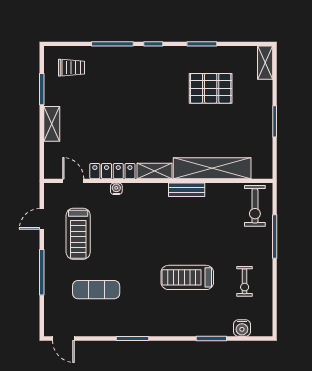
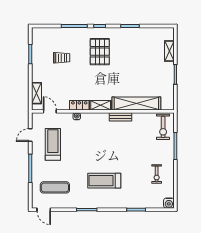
shelving: (265, 63) -> (169, 51), moved
trolley: (72, 68) -> (62, 58), moved
pallet: (211, 88) -> (100, 52), moved, turned 90
shelving: (52, 124) -> (36, 93), moved
locker: (112, 171) -> (79, 105), width x0.66
treadmill: (78, 234) -> (53, 144), turned 180
treadmill: (187, 277) -> (104, 181), moved
exercise mat: (96, 290) -> (55, 187), moved
water cooler: (242, 328) -> (169, 203), moved

